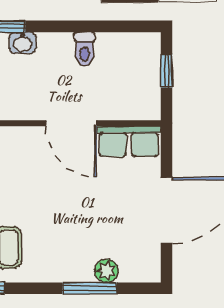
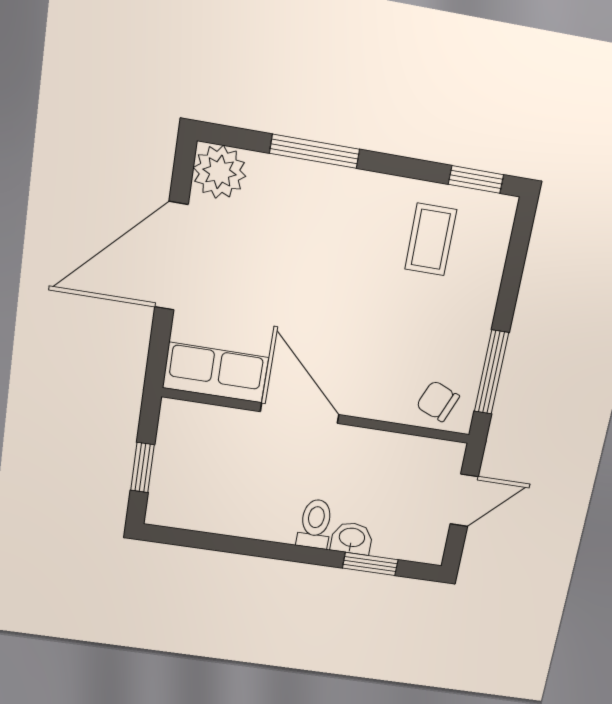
toilet: (84, 49) -> (315, 524), moved
plant: (106, 271) -> (220, 172), moved, width x1.38, depth x1.38

